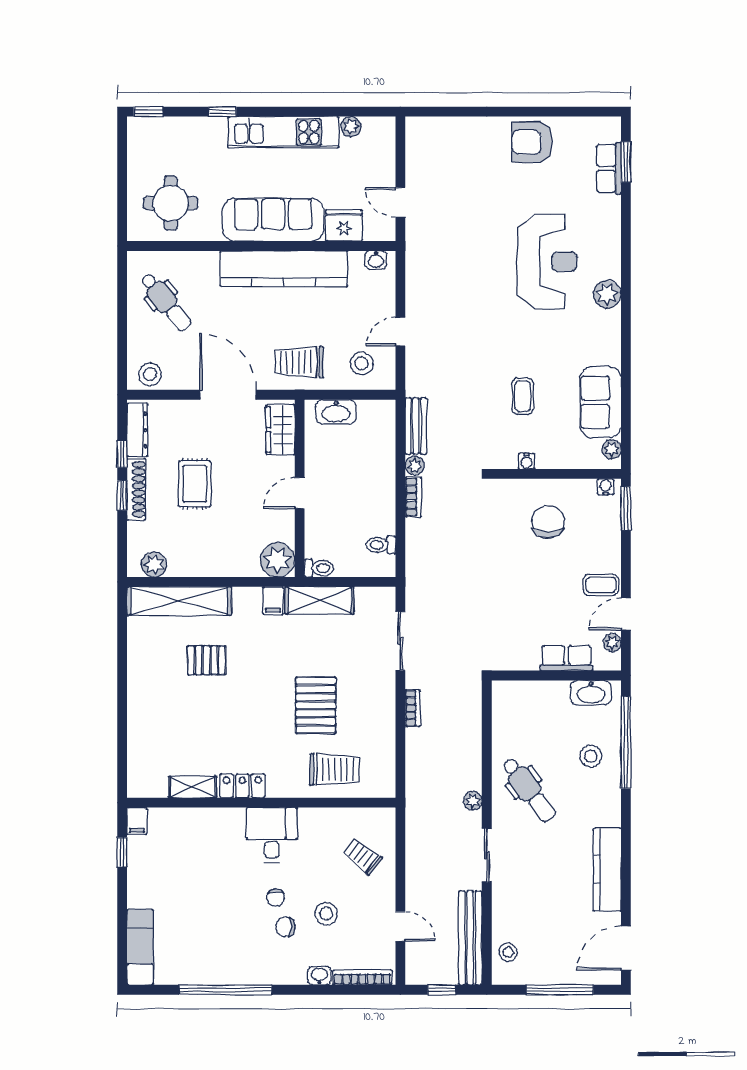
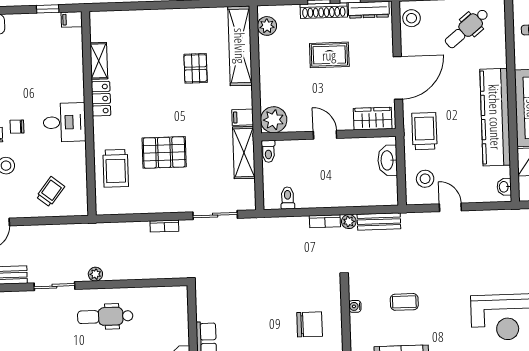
dental chair: (529, 790) -> (105, 317), turned 37

